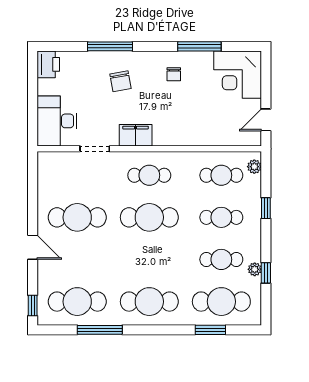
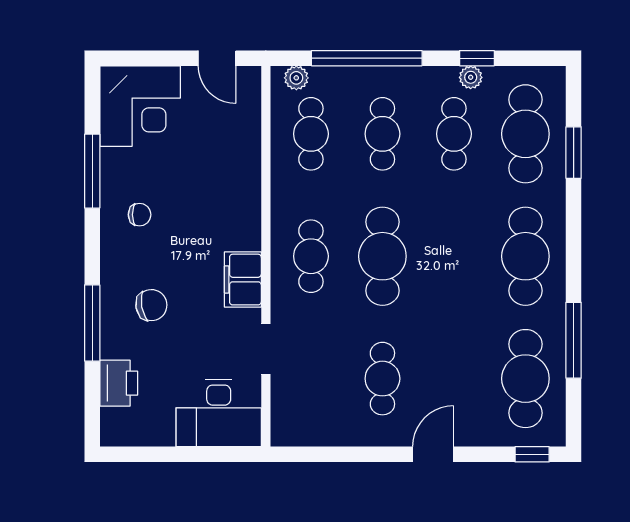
printer: (48, 64) -> (119, 383), moved, turned 90
window: (266, 208) -> (367, 58), width x3.17
cafe table: (77, 217) -> (382, 379), width x0.73, depth x0.74

